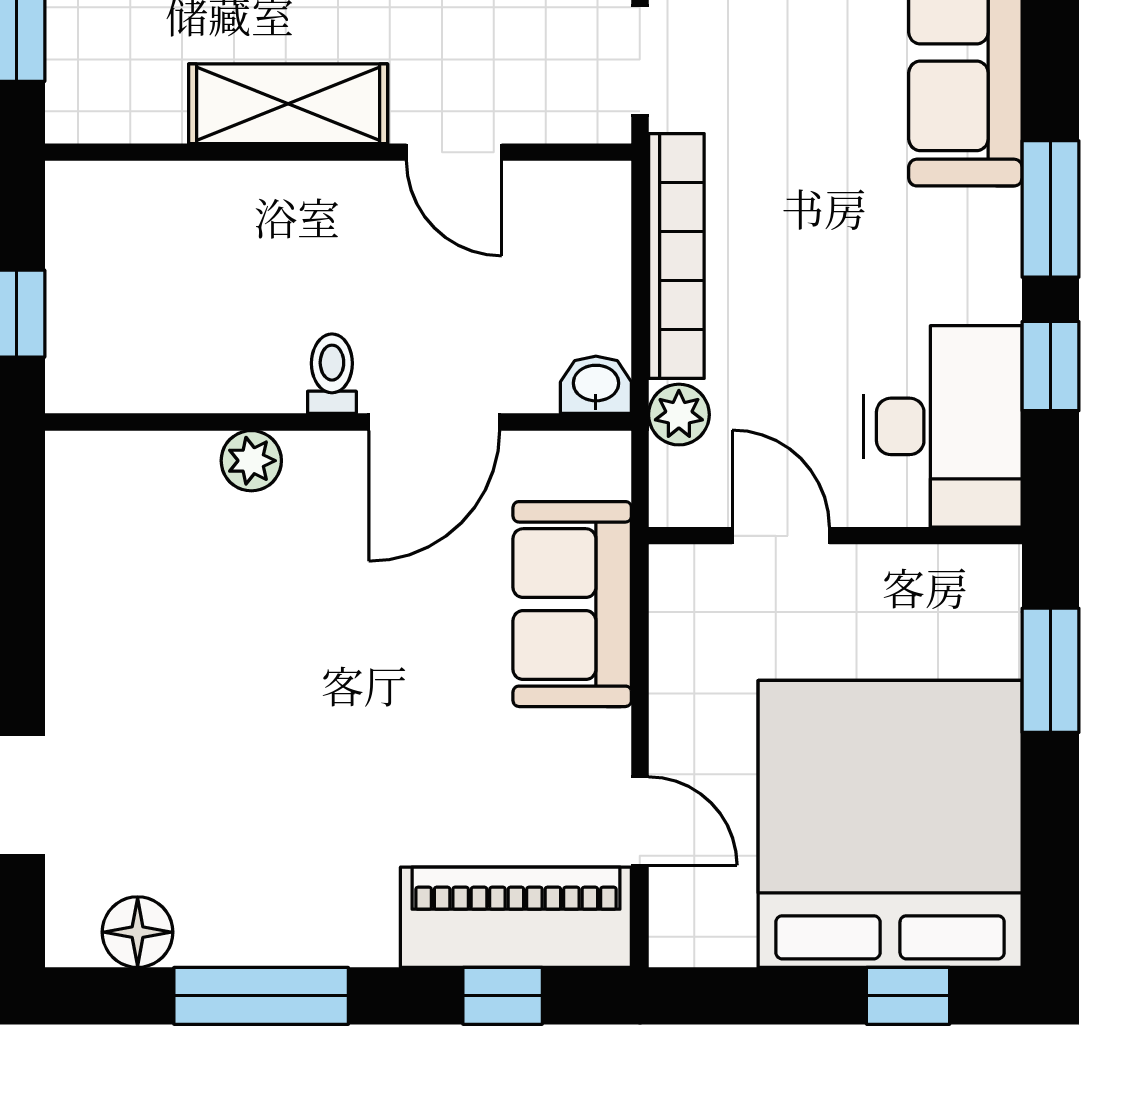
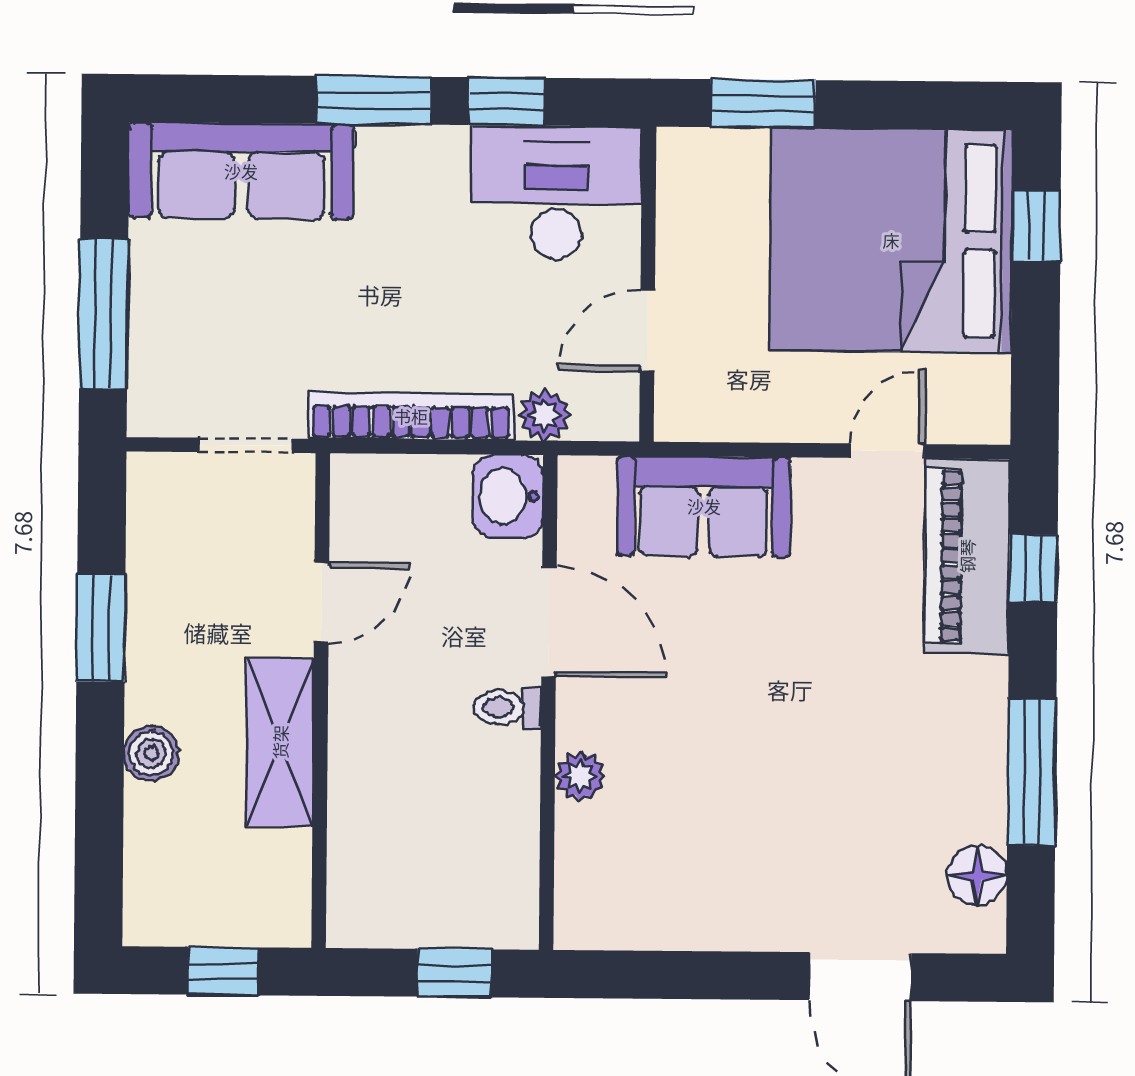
washbasin: (596, 385) -> (508, 496), width x1.38, depth x1.45

